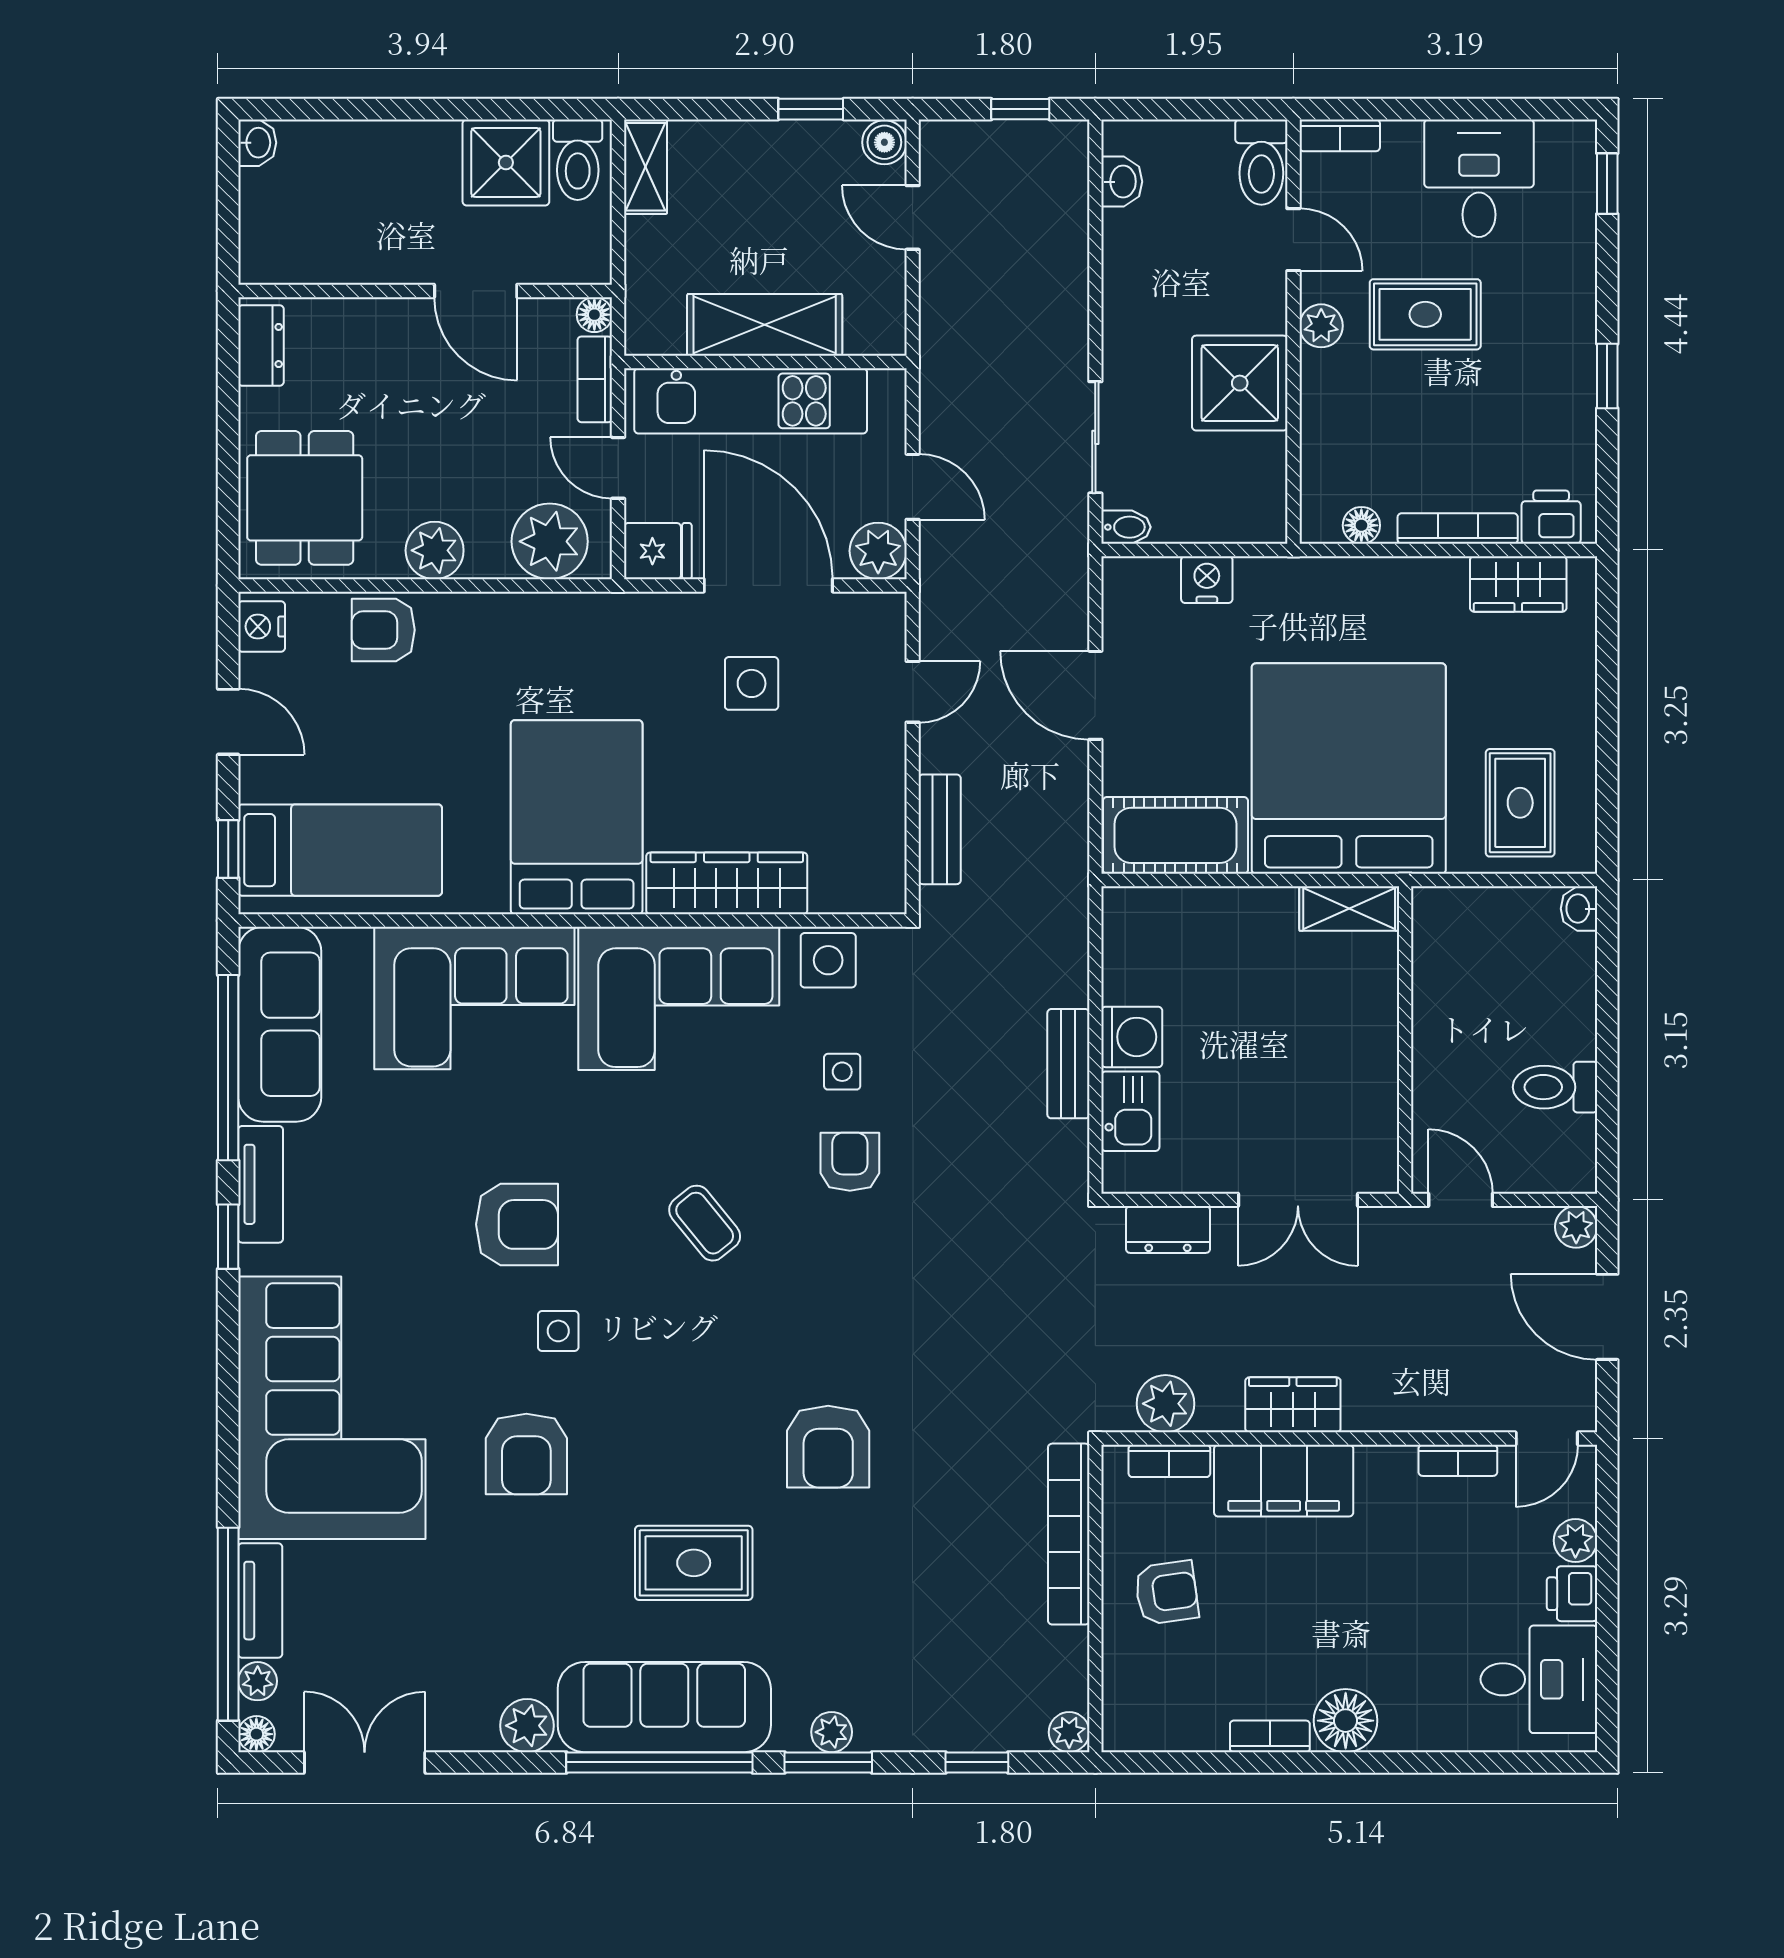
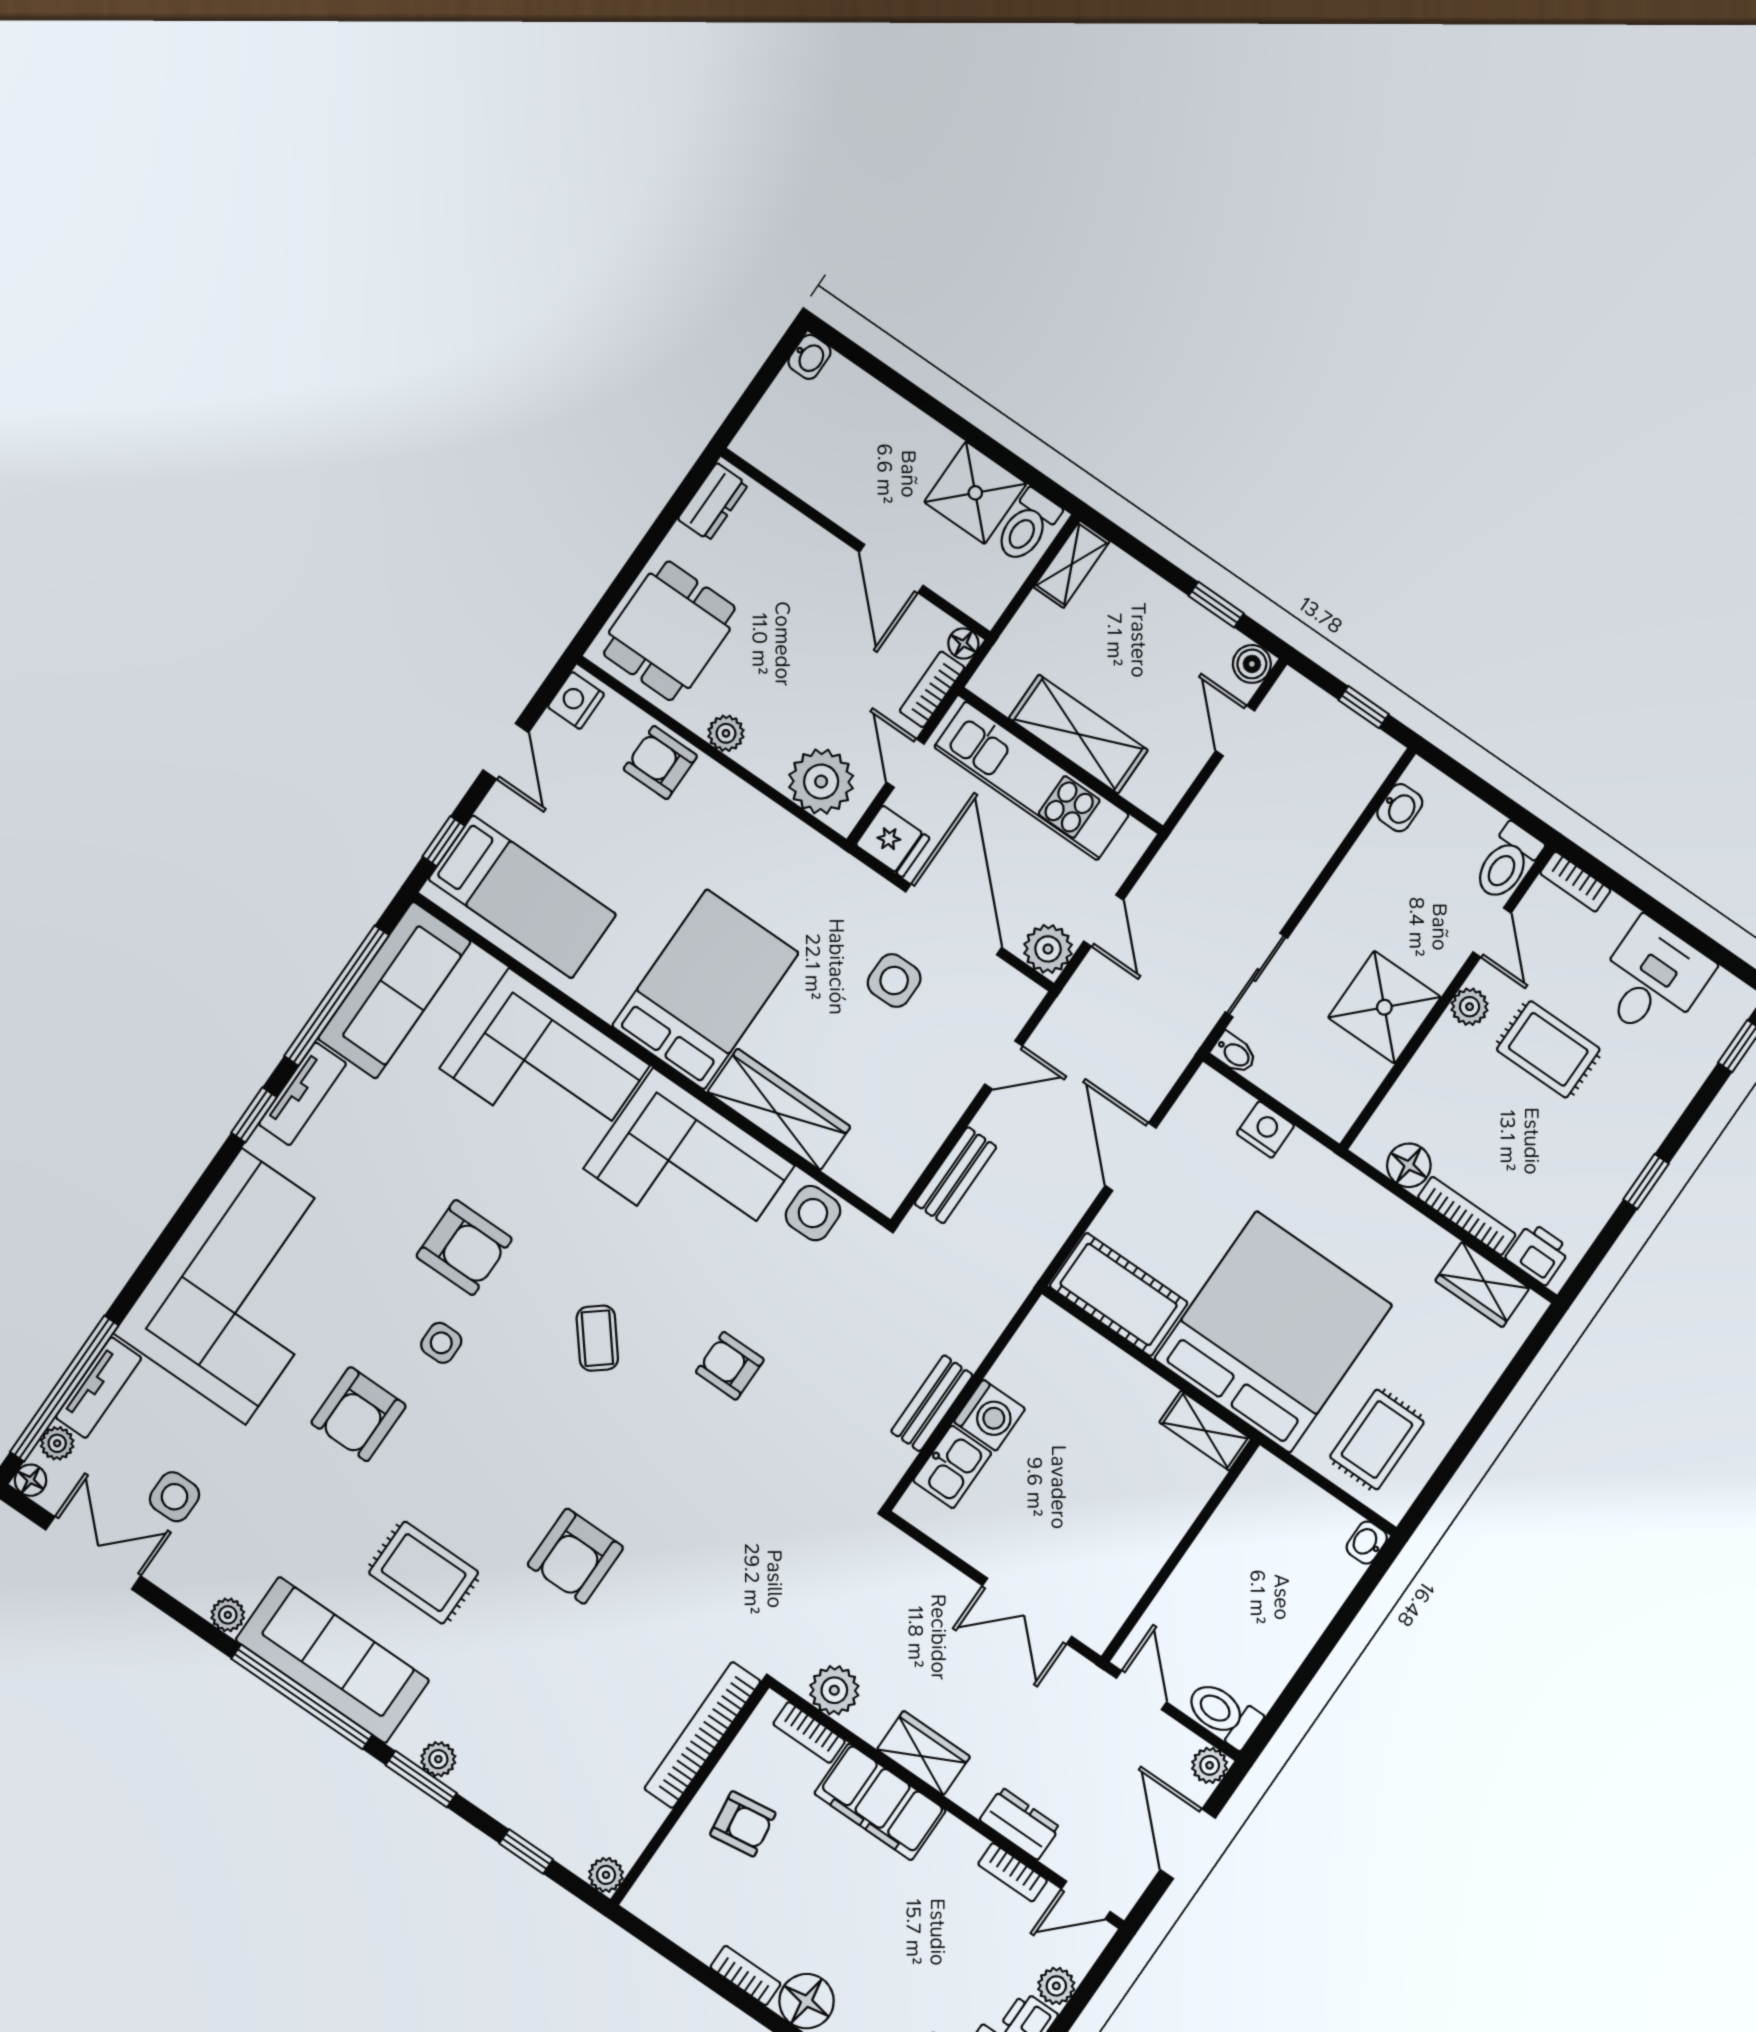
floor lamp: (1361, 525) -> (1409, 1165), width x1.37, depth x1.37
plant: (435, 550) -> (726, 733), width x0.73, depth x0.73
side table: (842, 1072) -> (175, 1497), moved, width x1.37, depth x1.37
toilet: (1555, 1087) -> (1223, 1714), moved
armchair: (850, 1162) -> (730, 1366), turned -90
dresser: (1168, 1230) -> (1020, 1824), moved, turned 180
plant: (527, 1726) -> (228, 1615), width x0.73, depth x0.73

